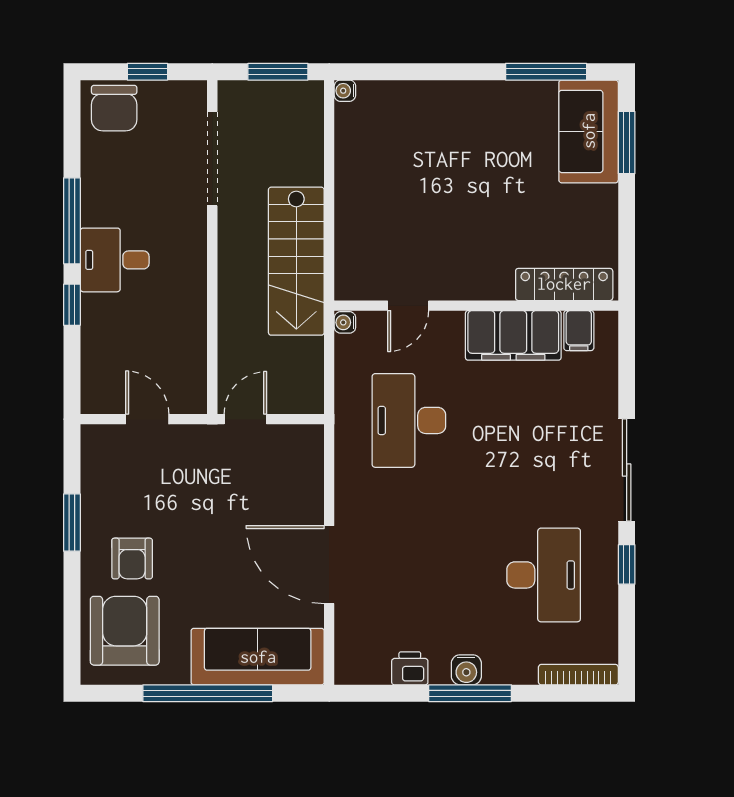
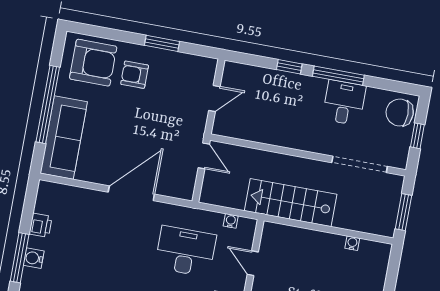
water cooler: (345, 91) -> (352, 243), moved
desk: (115, 260) -> (344, 103), moved
water cooler: (345, 322) -> (231, 221), moved
door: (329, 565) -> (131, 193), moved

